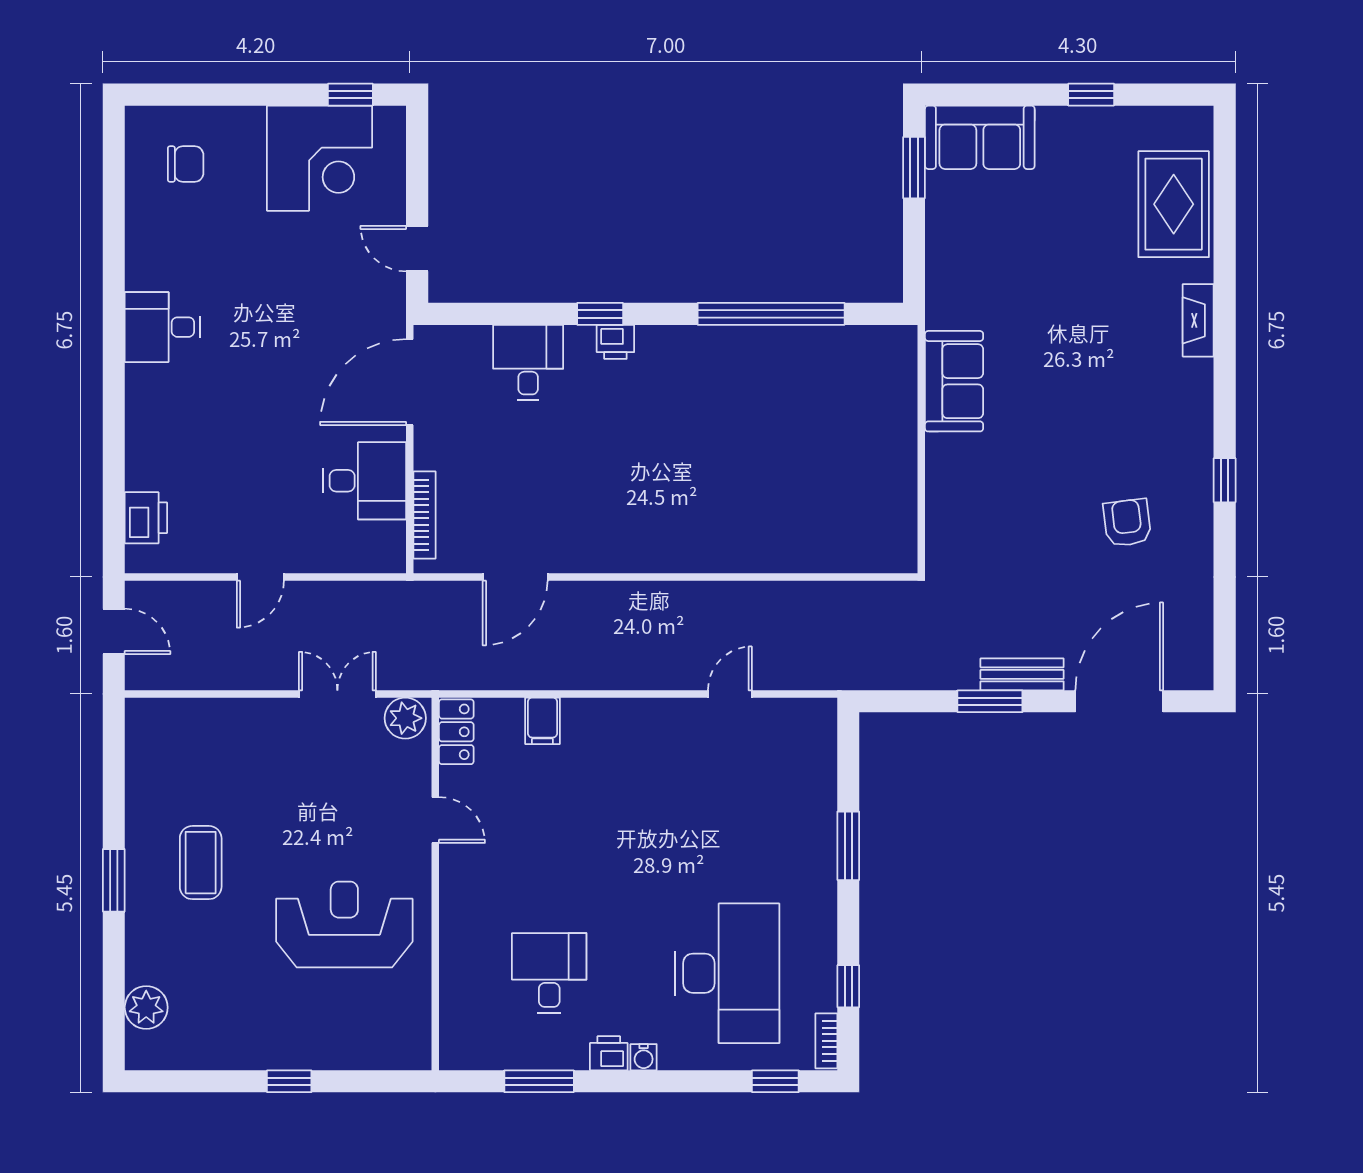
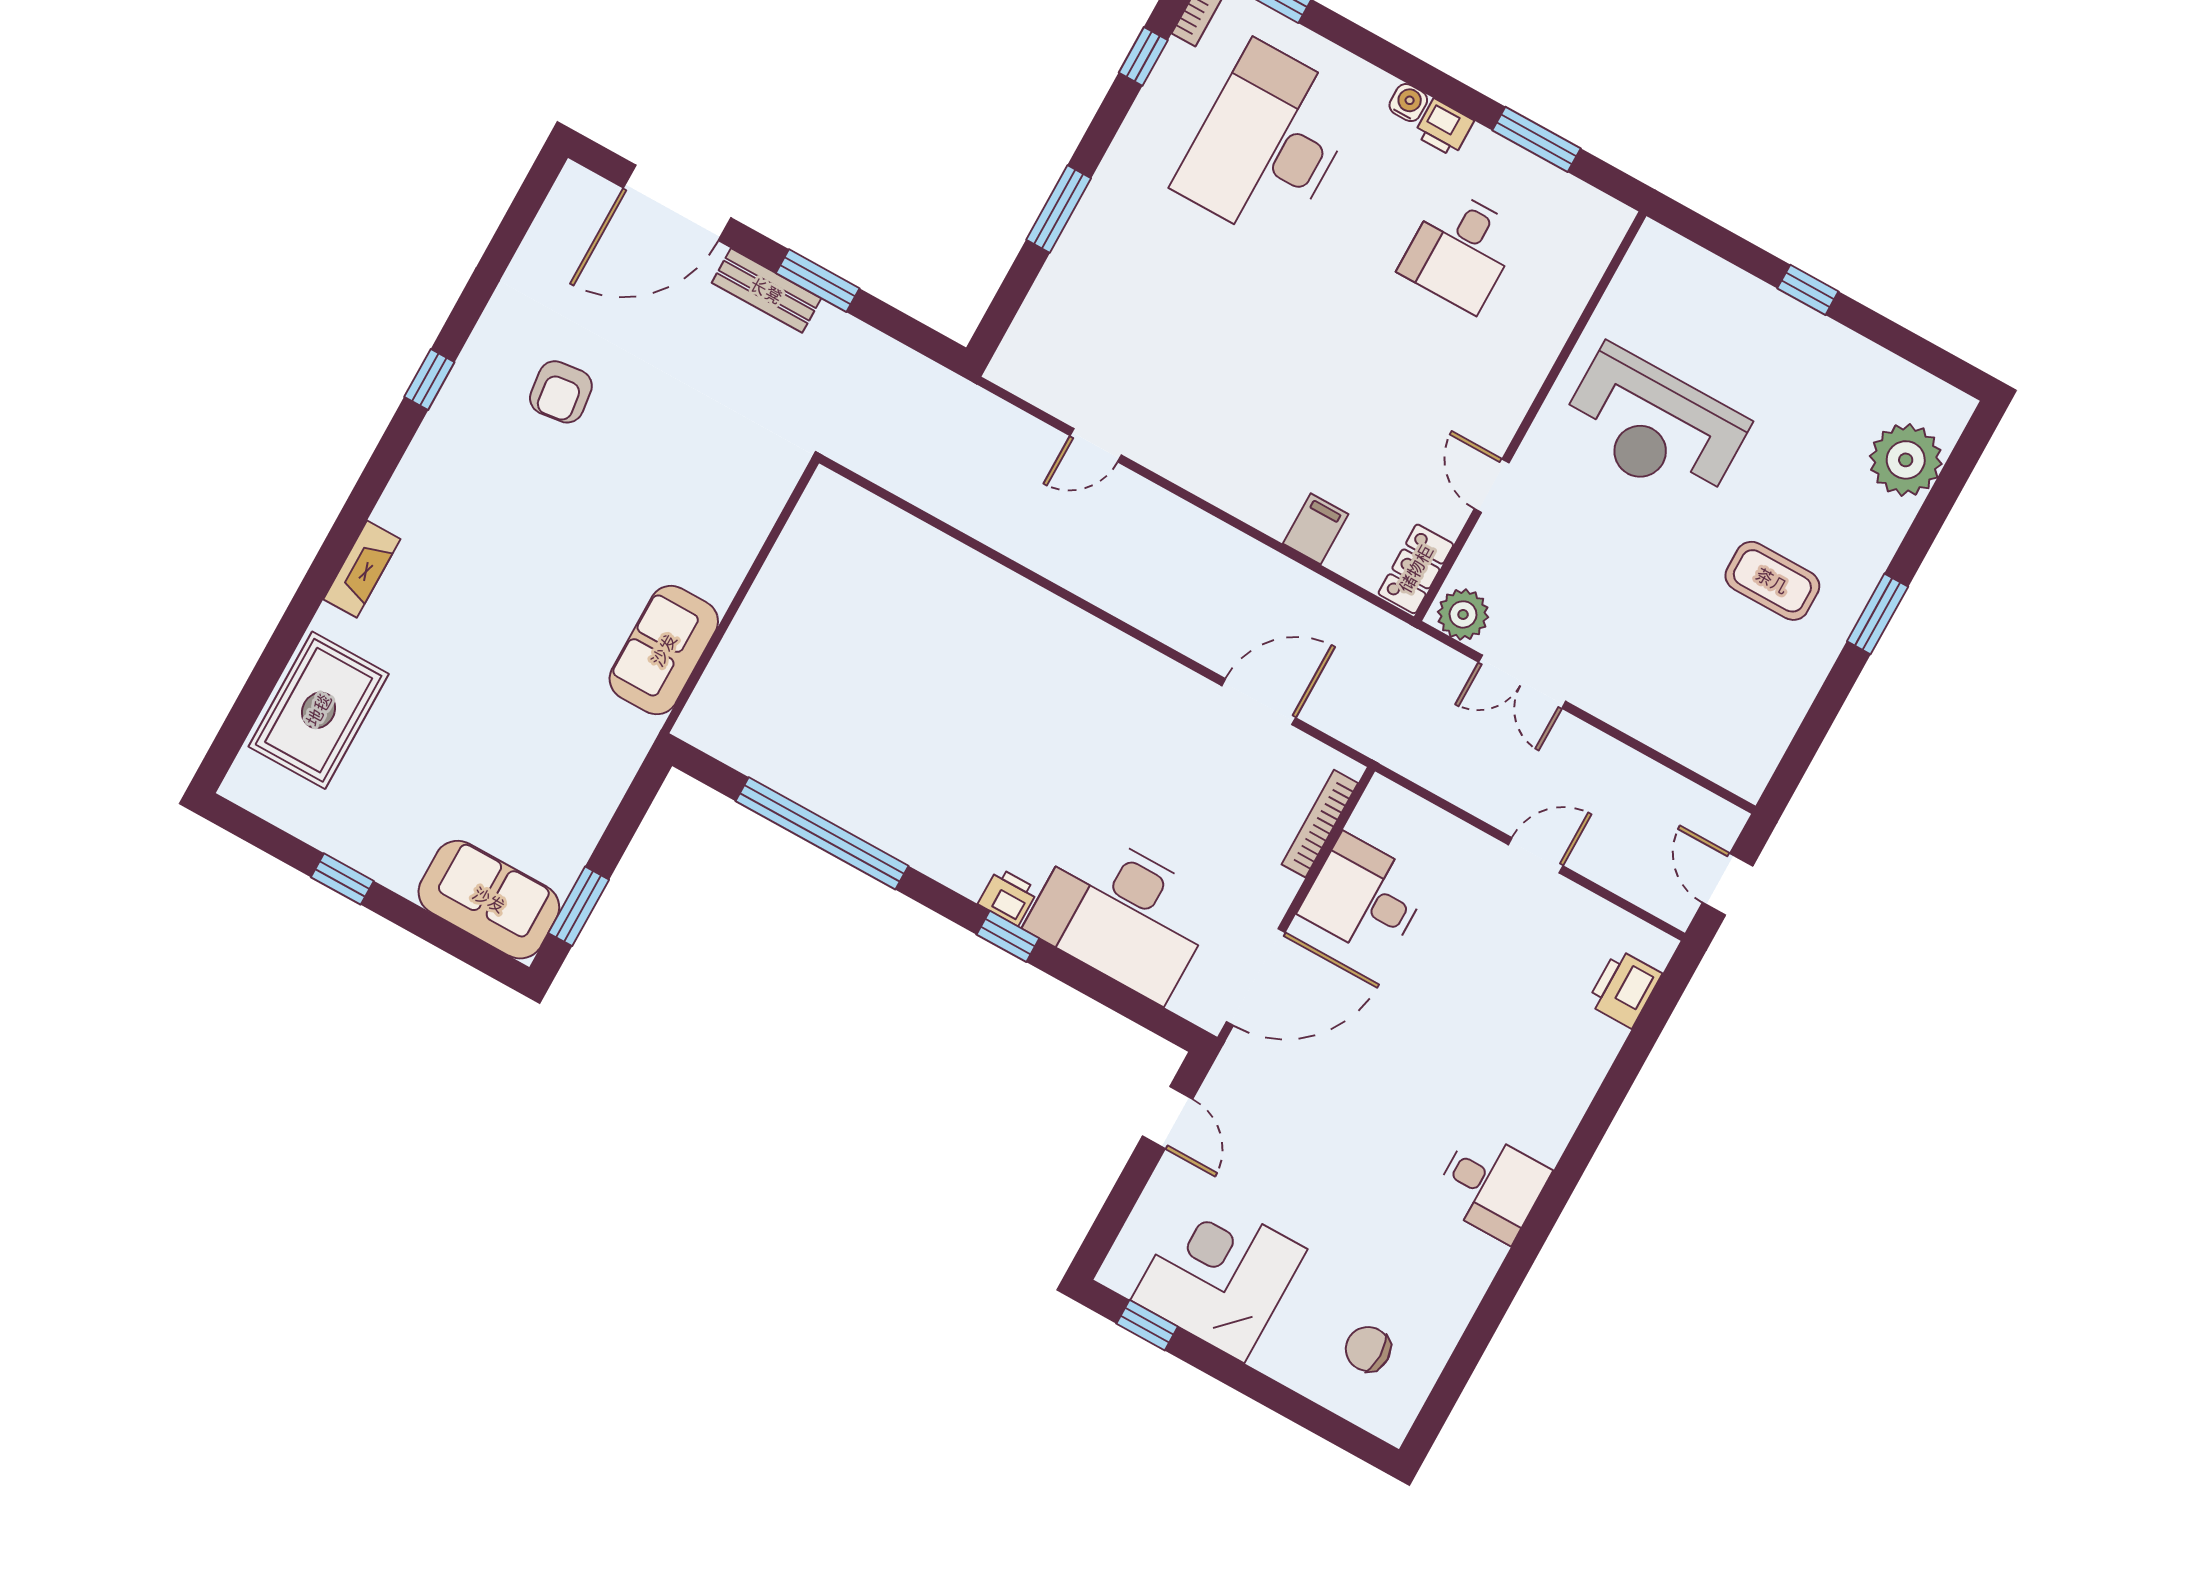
desk: (528, 363) -> (1122, 914), width x1.87, depth x1.30
coffee table: (201, 863) -> (1772, 581), turned 90
plant: (146, 1007) -> (1906, 460), width x1.36, depth x1.36

